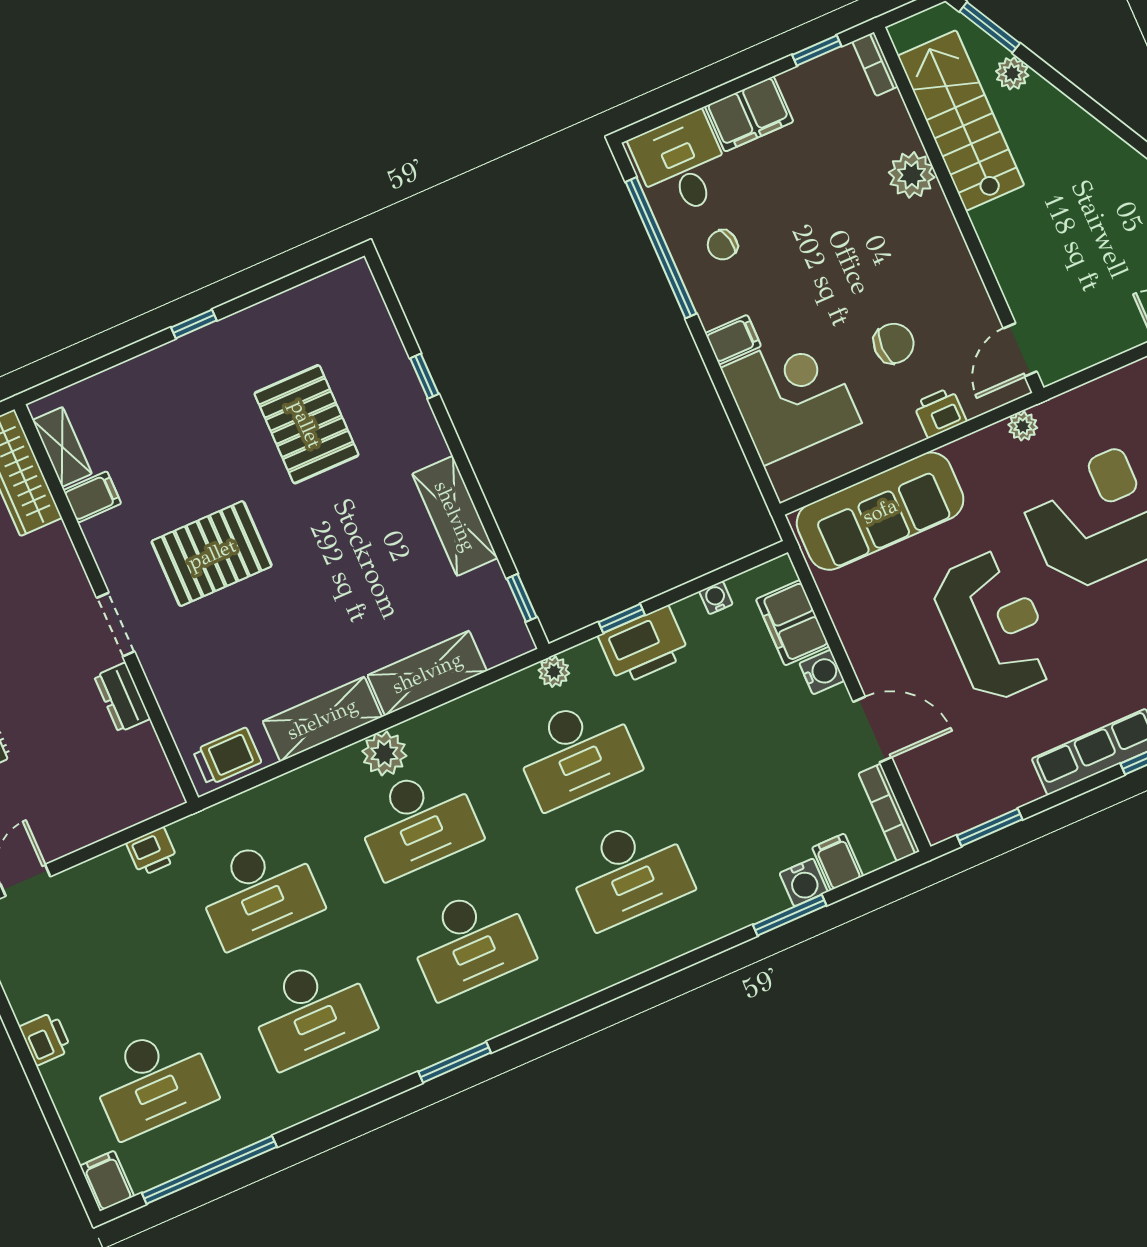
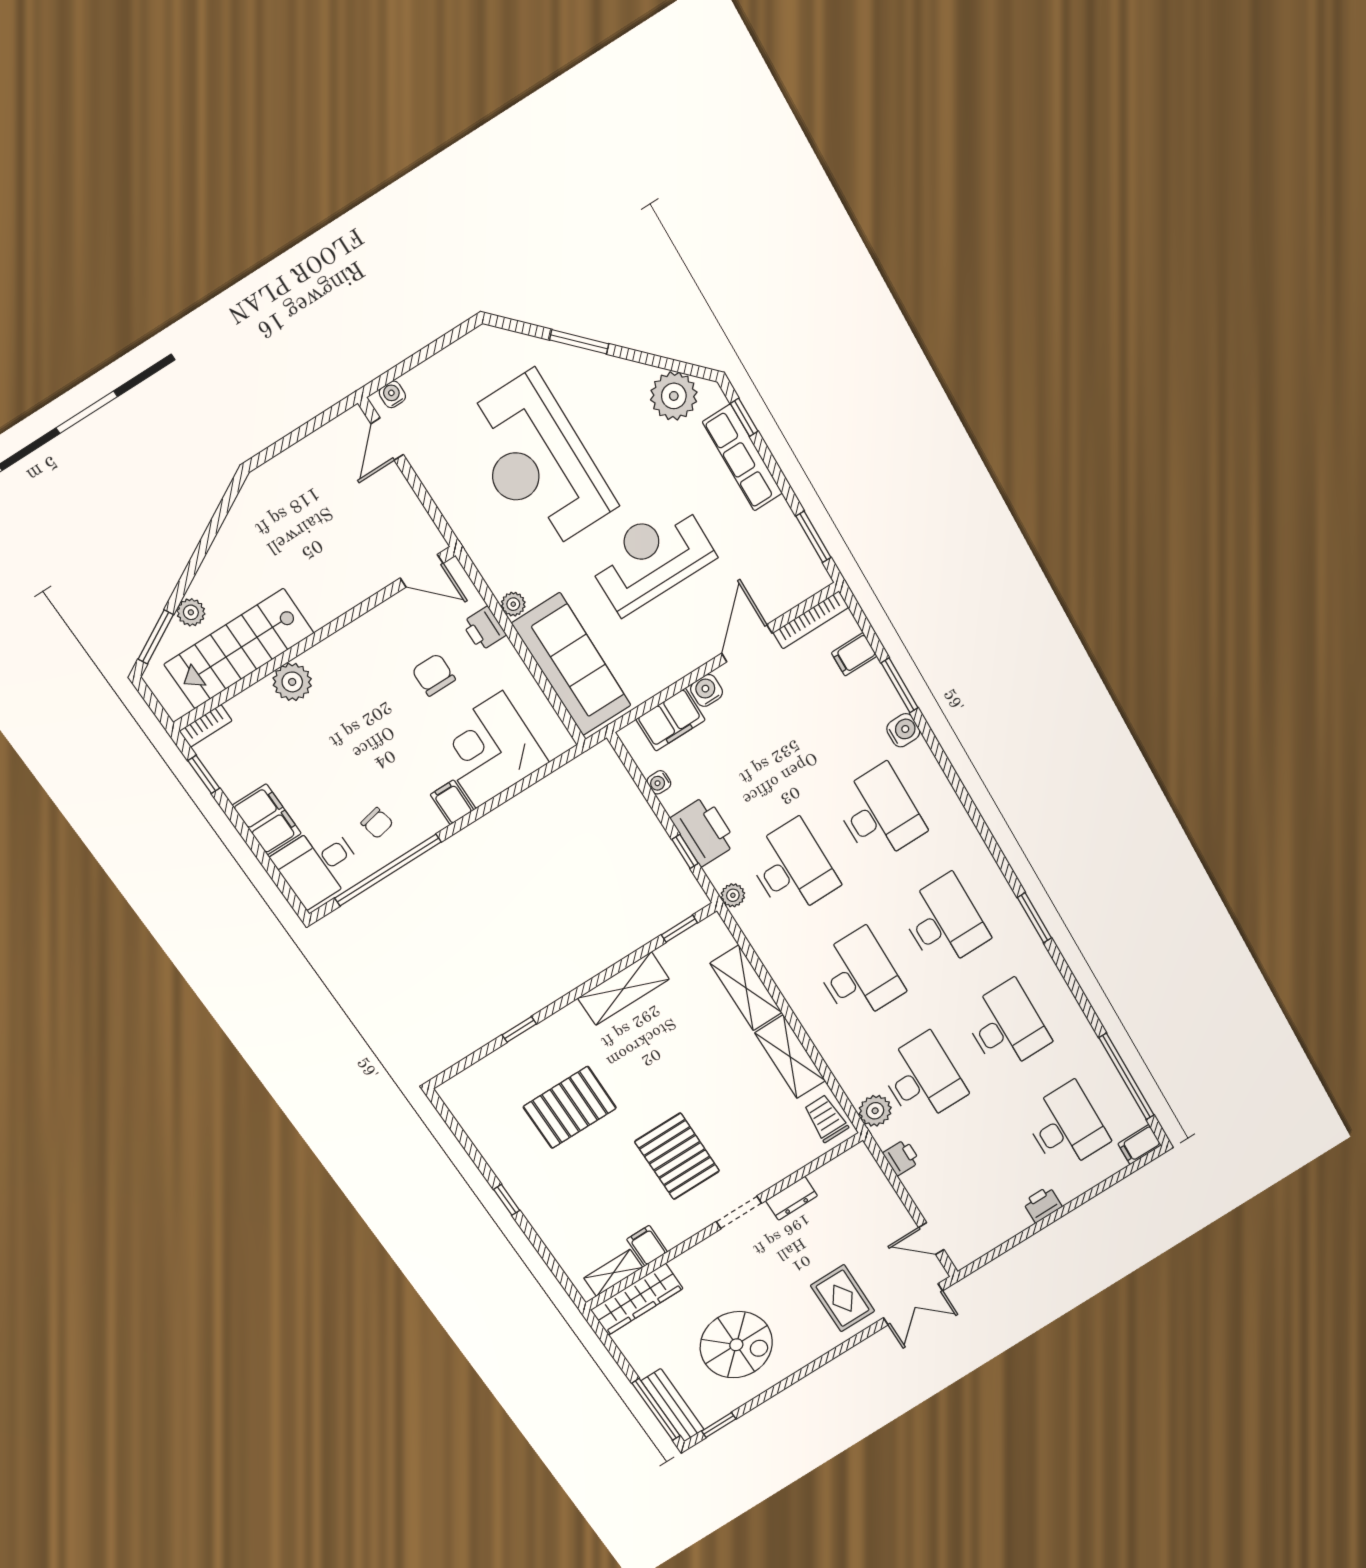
plant: (1023, 426) -> (513, 604), moved
plant: (384, 753) -> (875, 1111), moved
water cooler: (804, 882) -> (903, 730), moved

